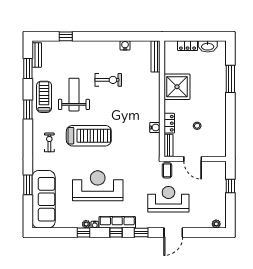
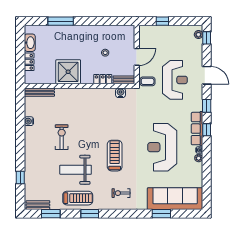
treadmill: (44, 97) -> (78, 198), turned 180
water cooler: (155, 128) -> (121, 93), moved
treadmill: (89, 136) -> (115, 156), width x0.73, depth x0.73
reception desk: (168, 199) -> (175, 80), turned 180
window: (84, 232) -> (207, 38), moved

